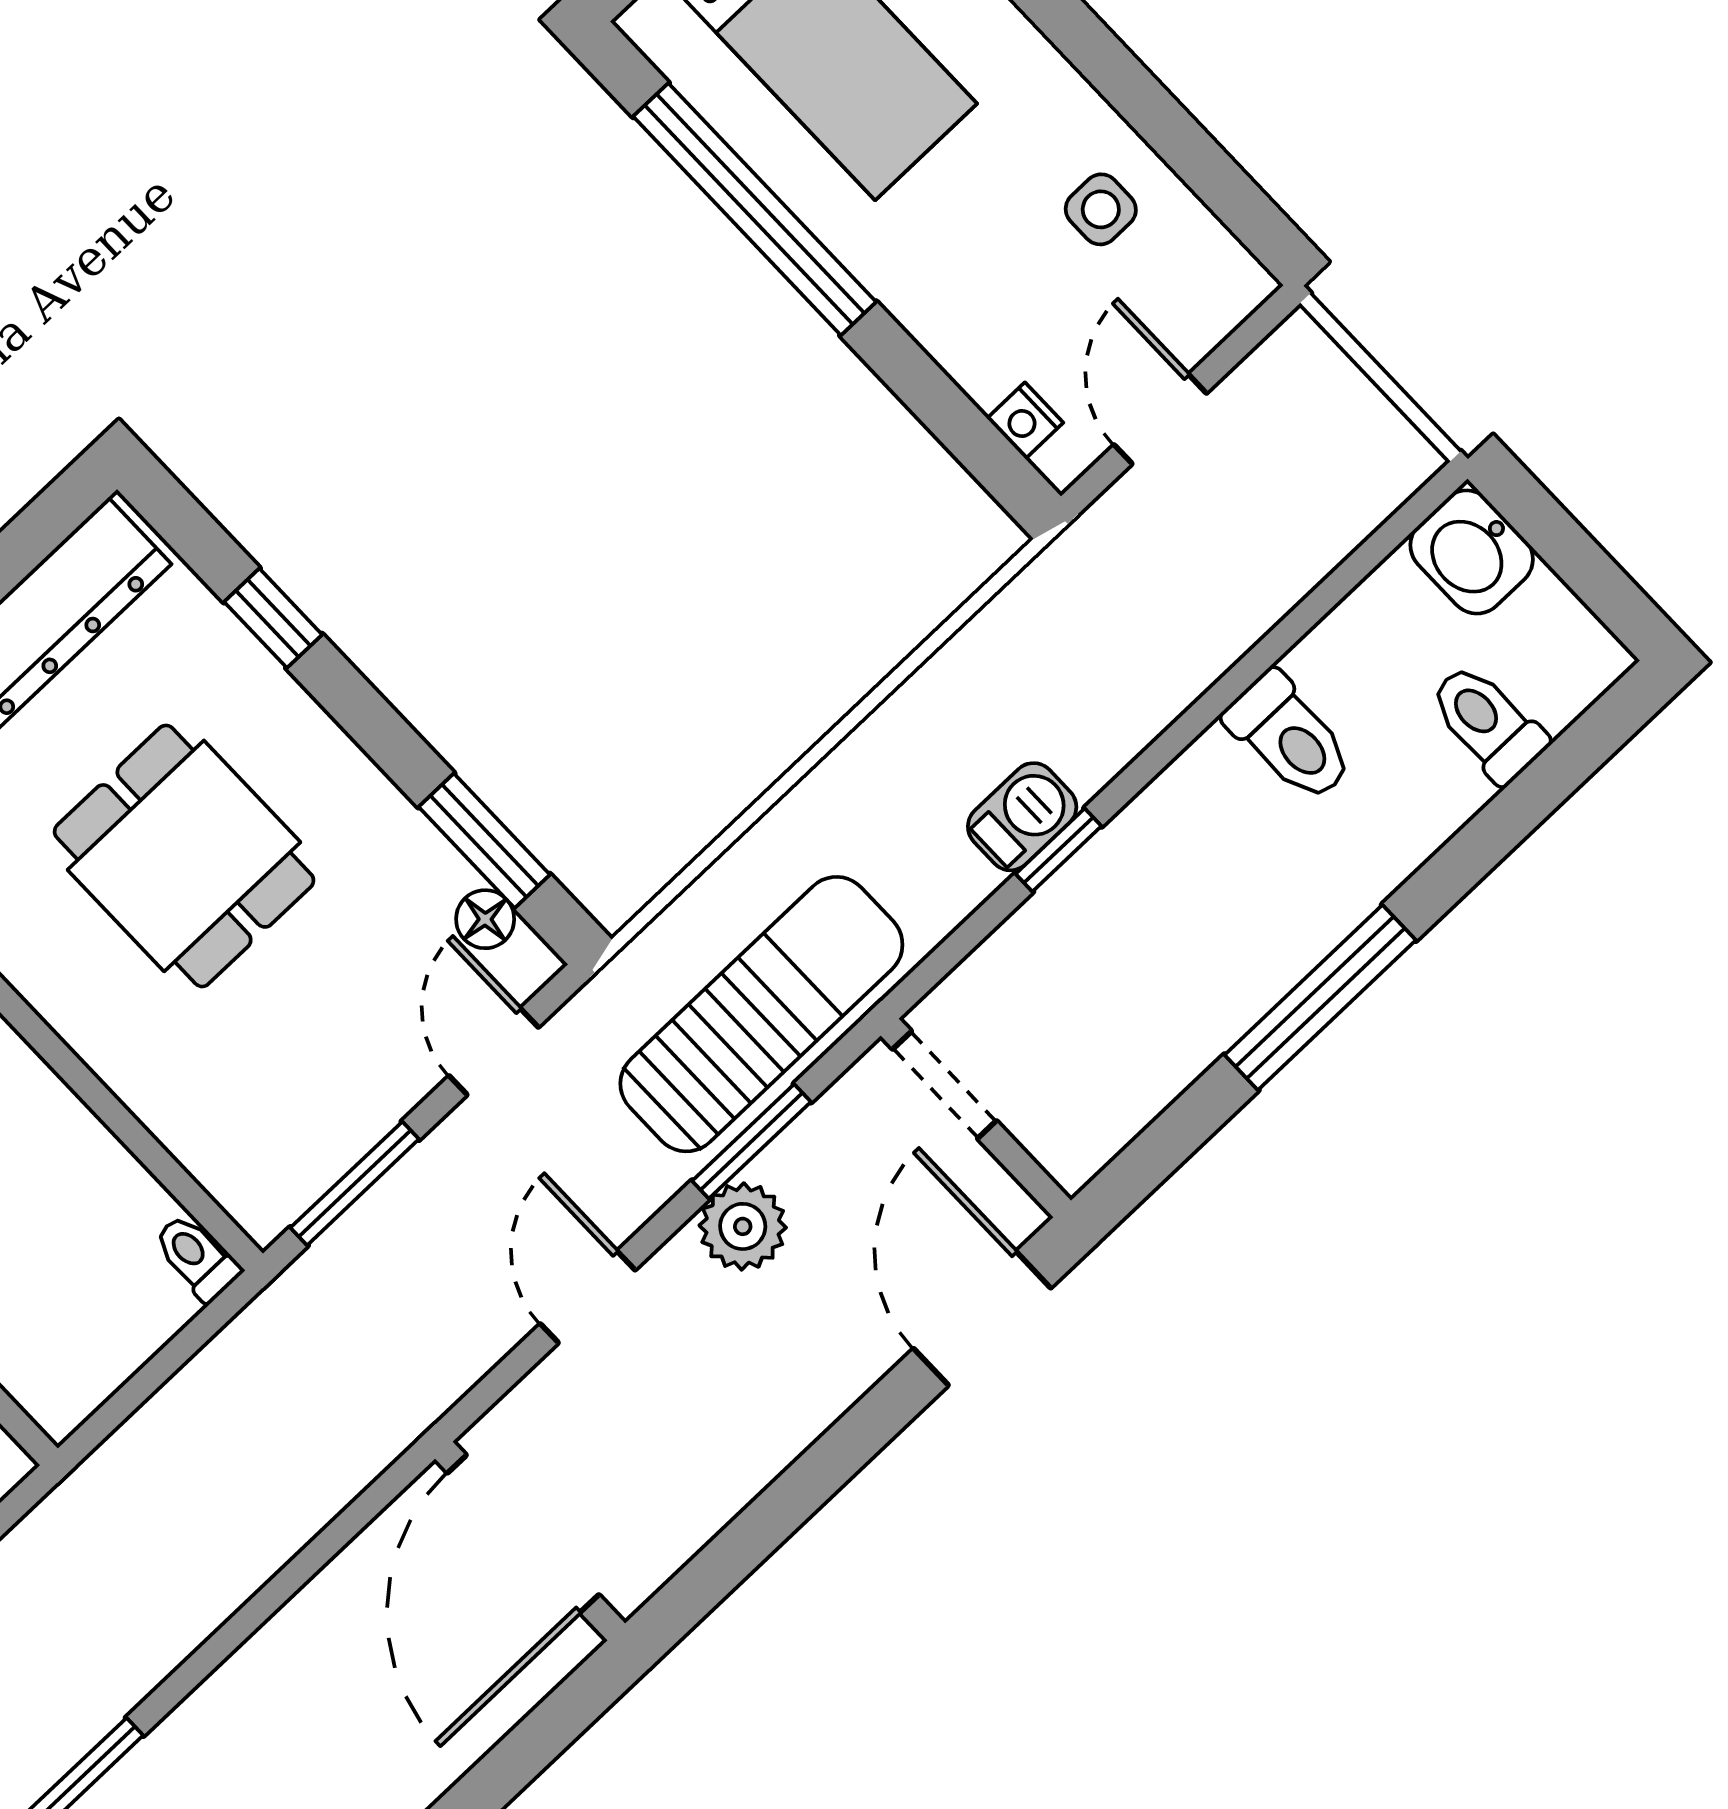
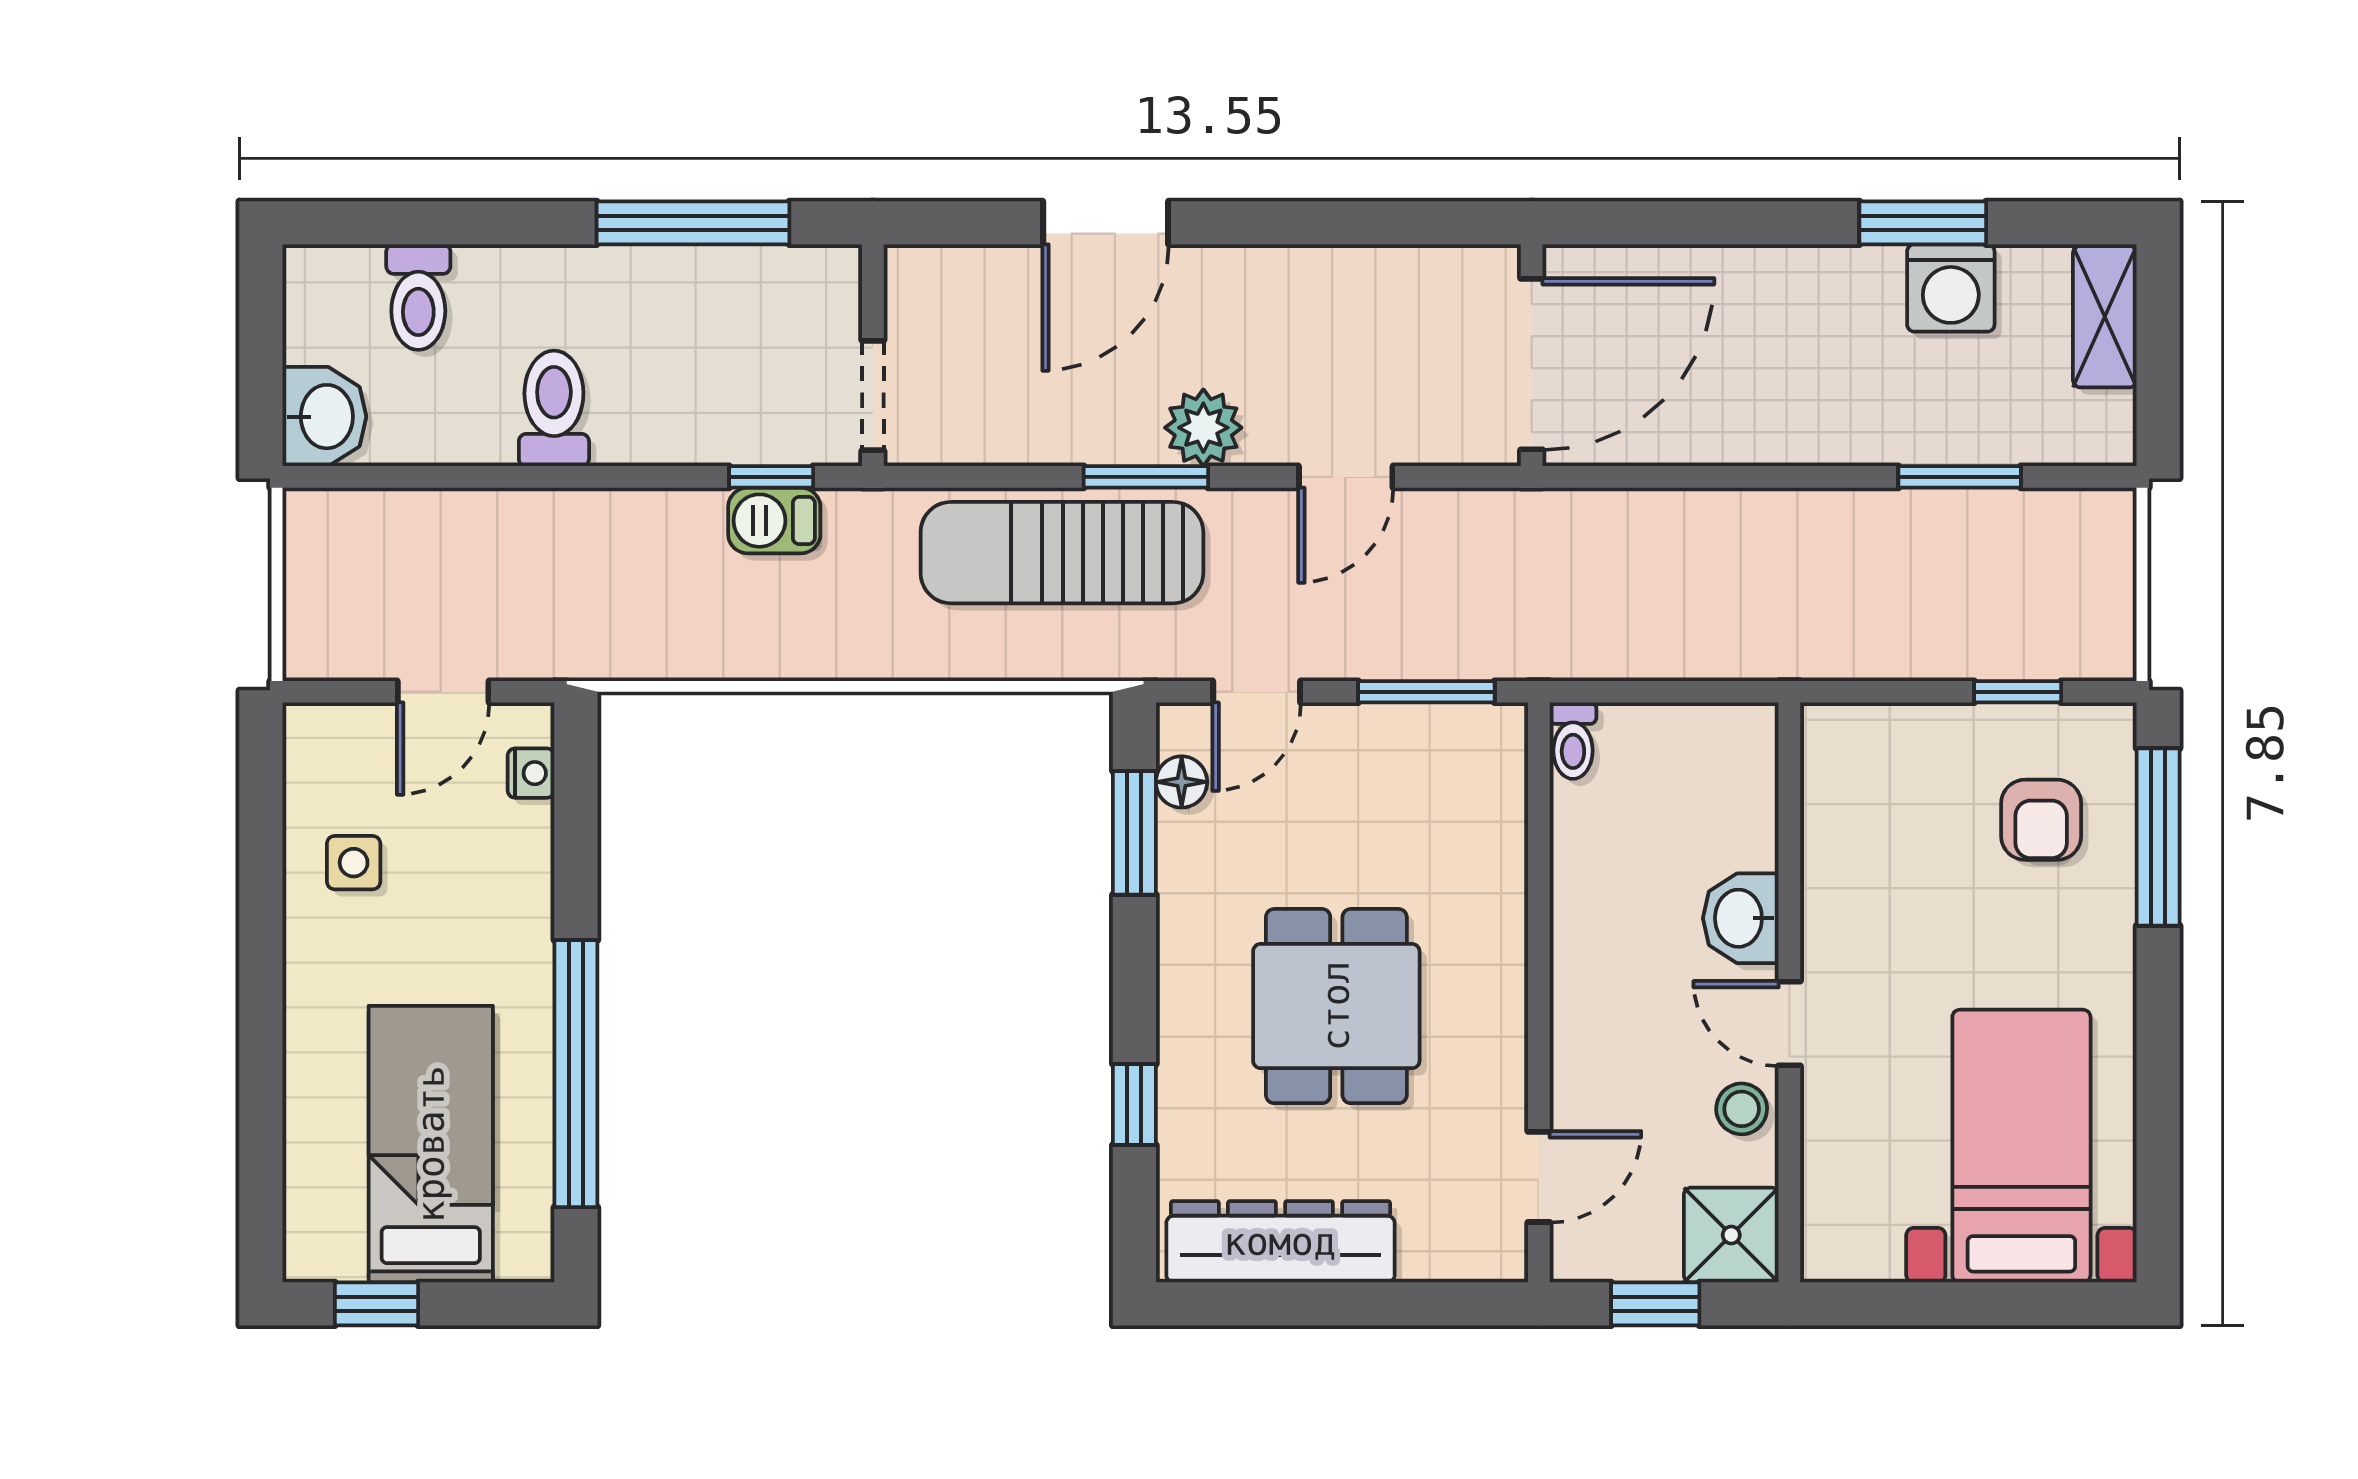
doorway: (945, 1085) -> (873, 396), moved
wall: (976, 1118) -> (873, 355), moved

